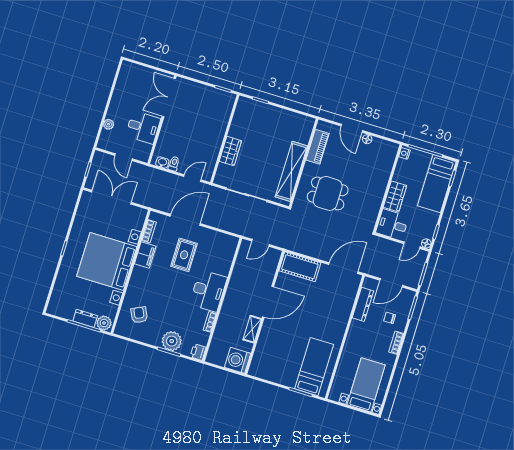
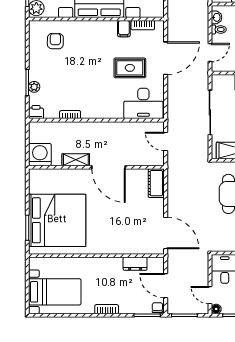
door: (192, 178) -> (210, 53), hinge flipped
door: (185, 220) -> (166, 58), hinge flipped
filing cabinet: (145, 255) -> (124, 29), width x0.50
cot: (300, 267) -> (156, 183), width x0.73, depth x0.75
desk: (208, 291) -> (143, 103), moved
dresser: (363, 304) -> (135, 264), width x0.70
armchair: (139, 315) -> (55, 41), turned -63
chair: (390, 318) -> (157, 308), moved
plant: (172, 341) -> (34, 87), width x0.53, depth x0.53
bed: (314, 367) -> (57, 220), width x2.04

